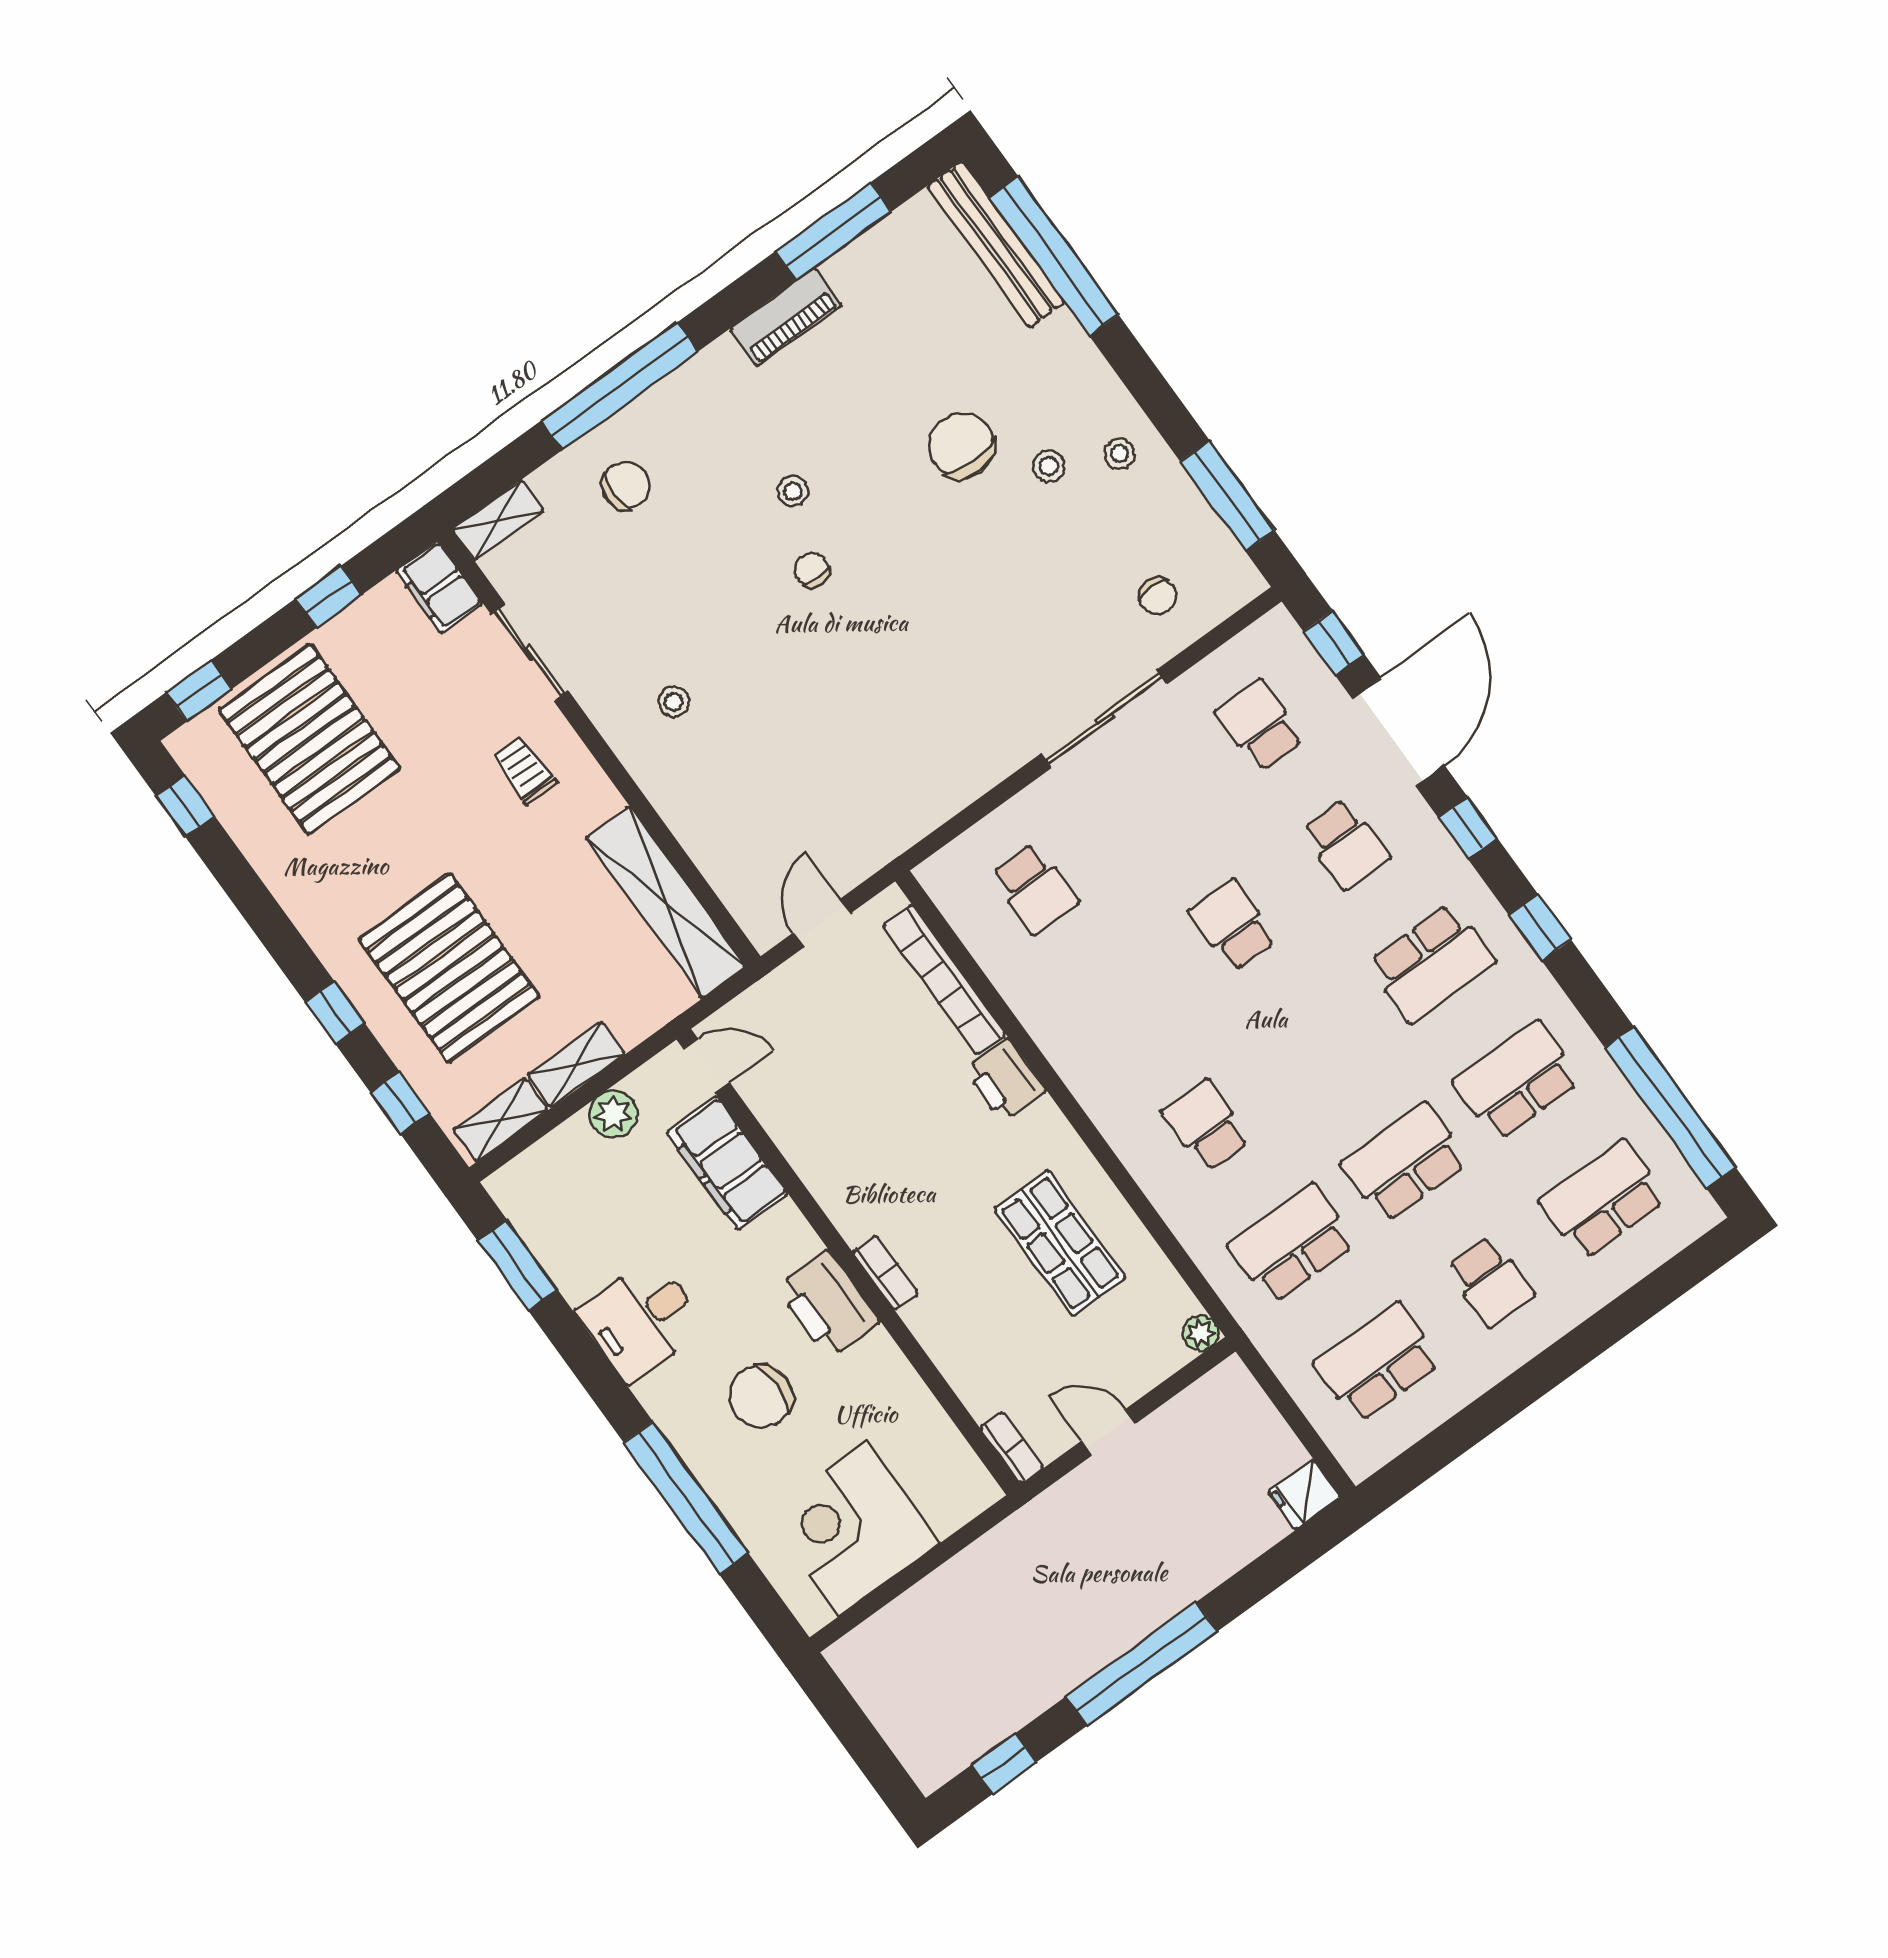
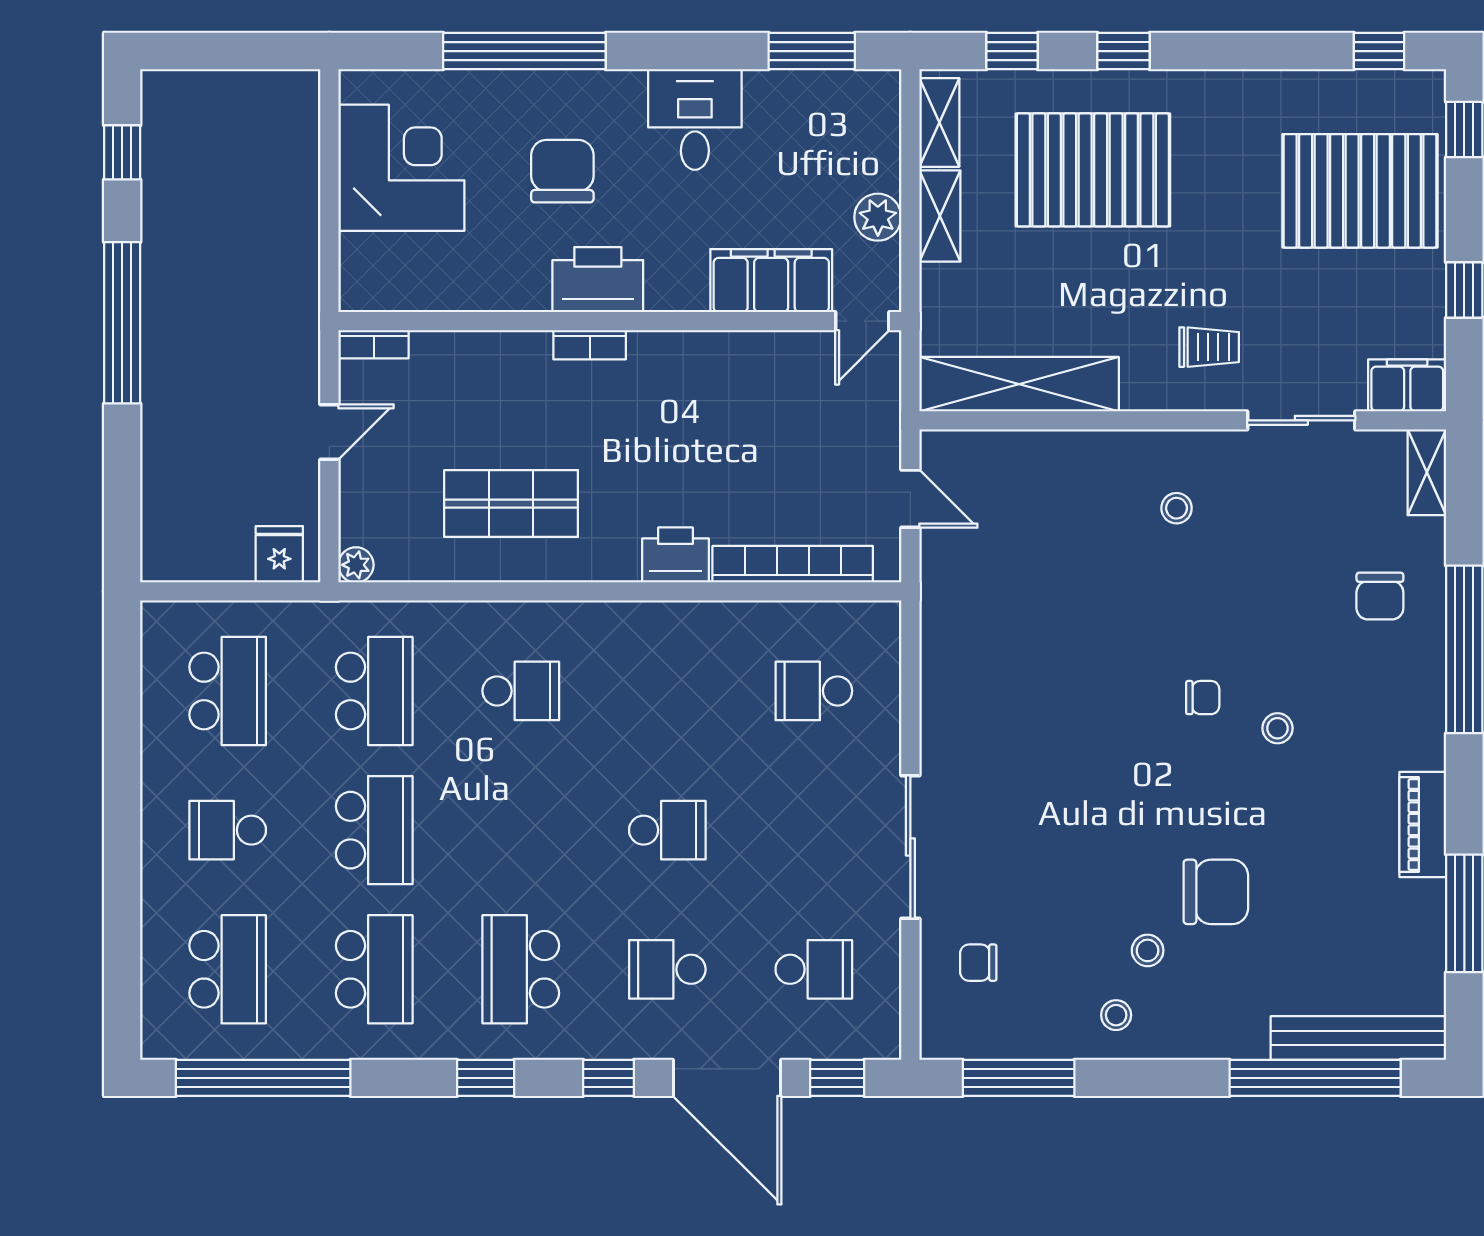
fridge: (1305, 1495) -> (279, 554), moved

